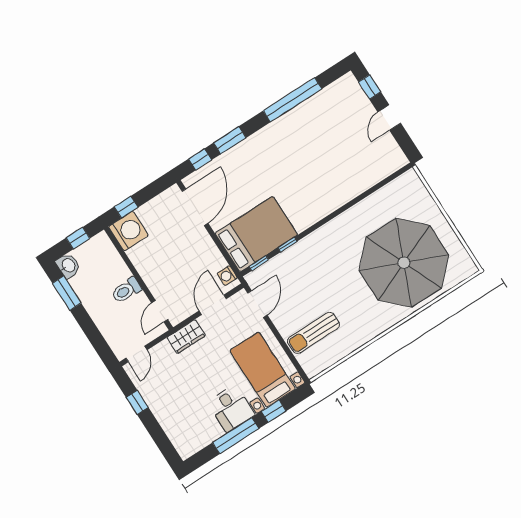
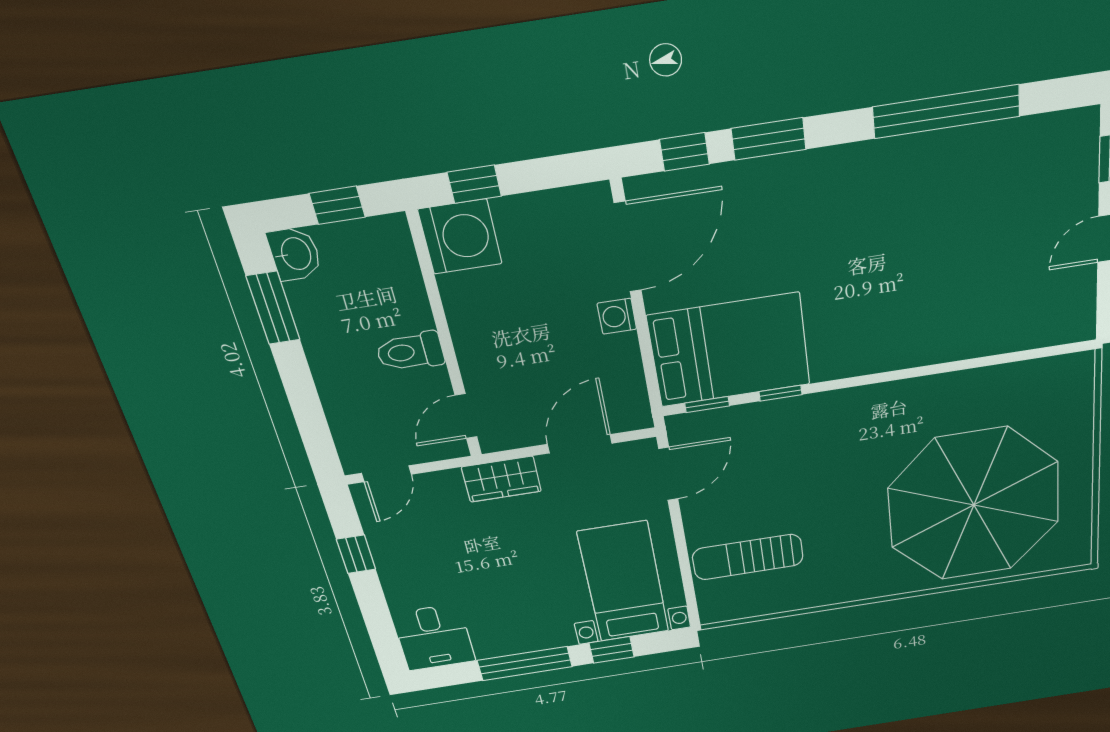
washing machine: (227, 276) -> (617, 316), moved
desk: (231, 408) -> (434, 637), moved

